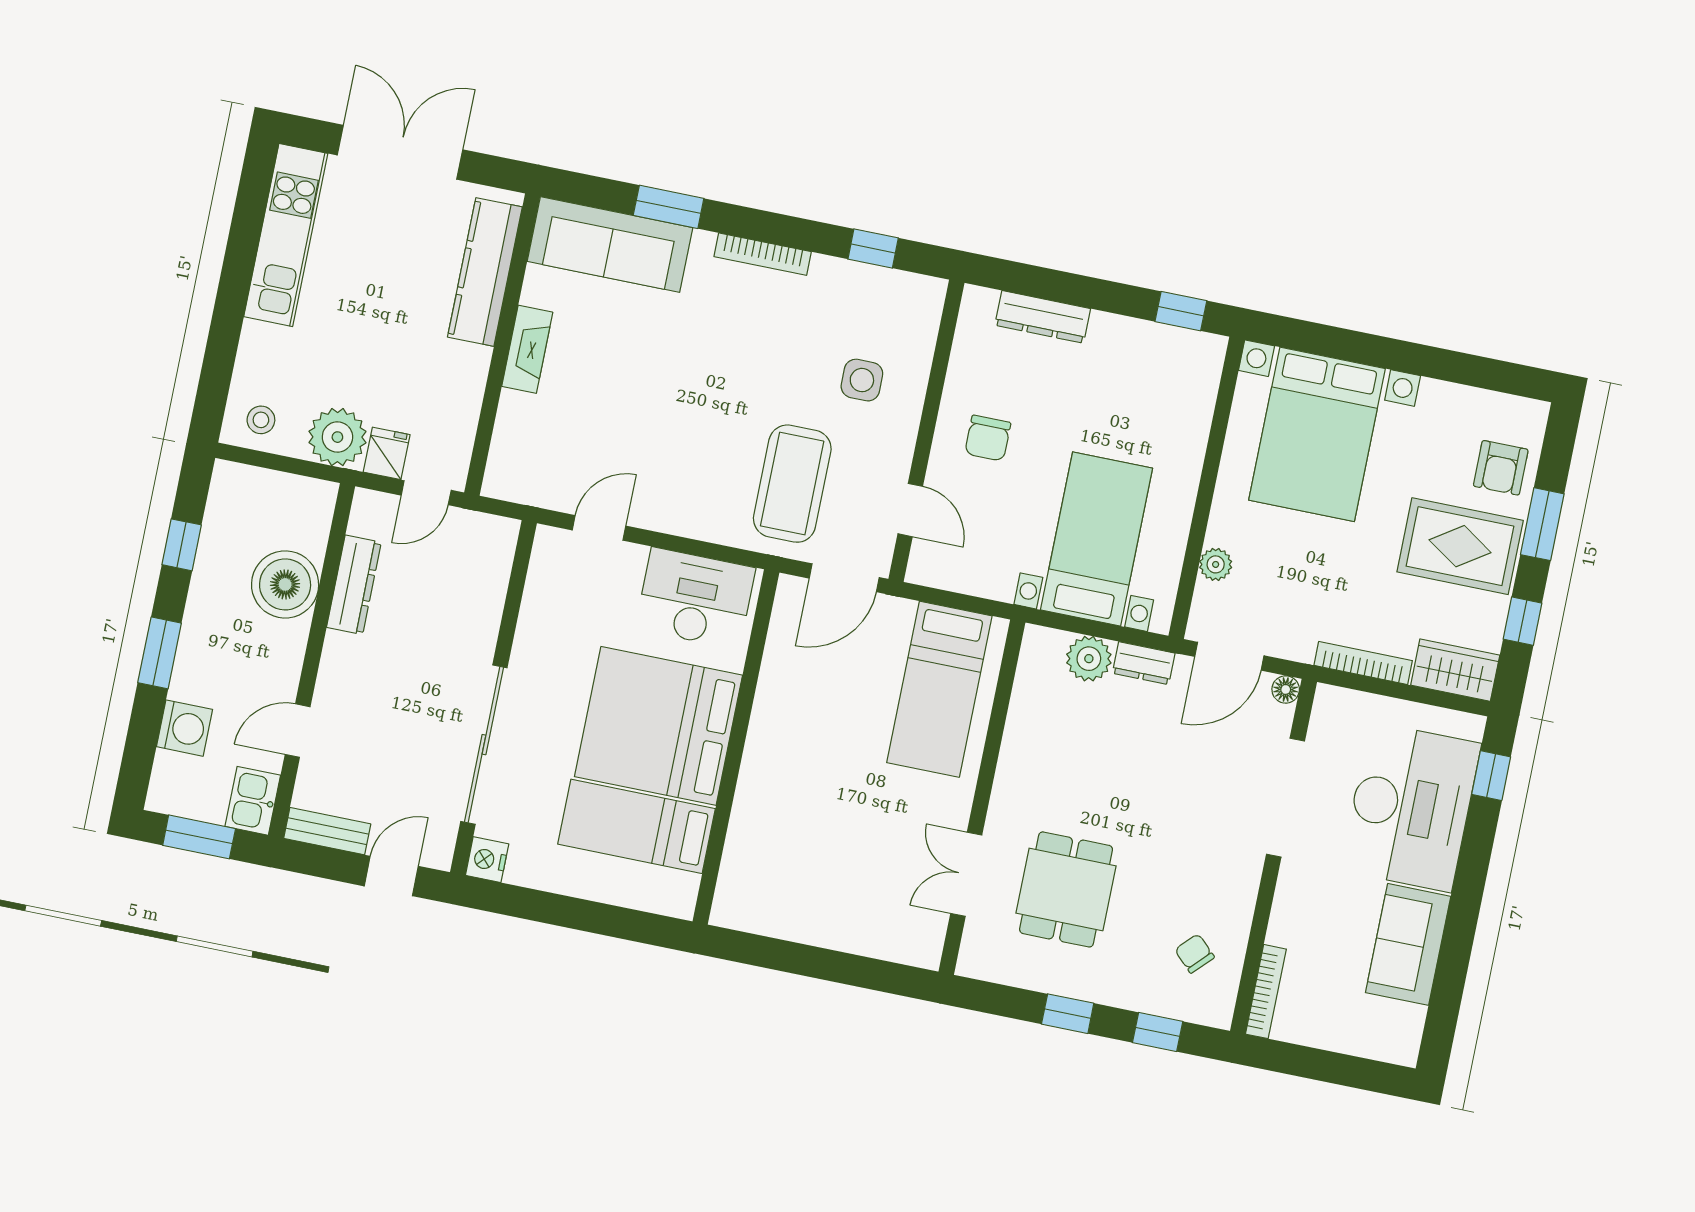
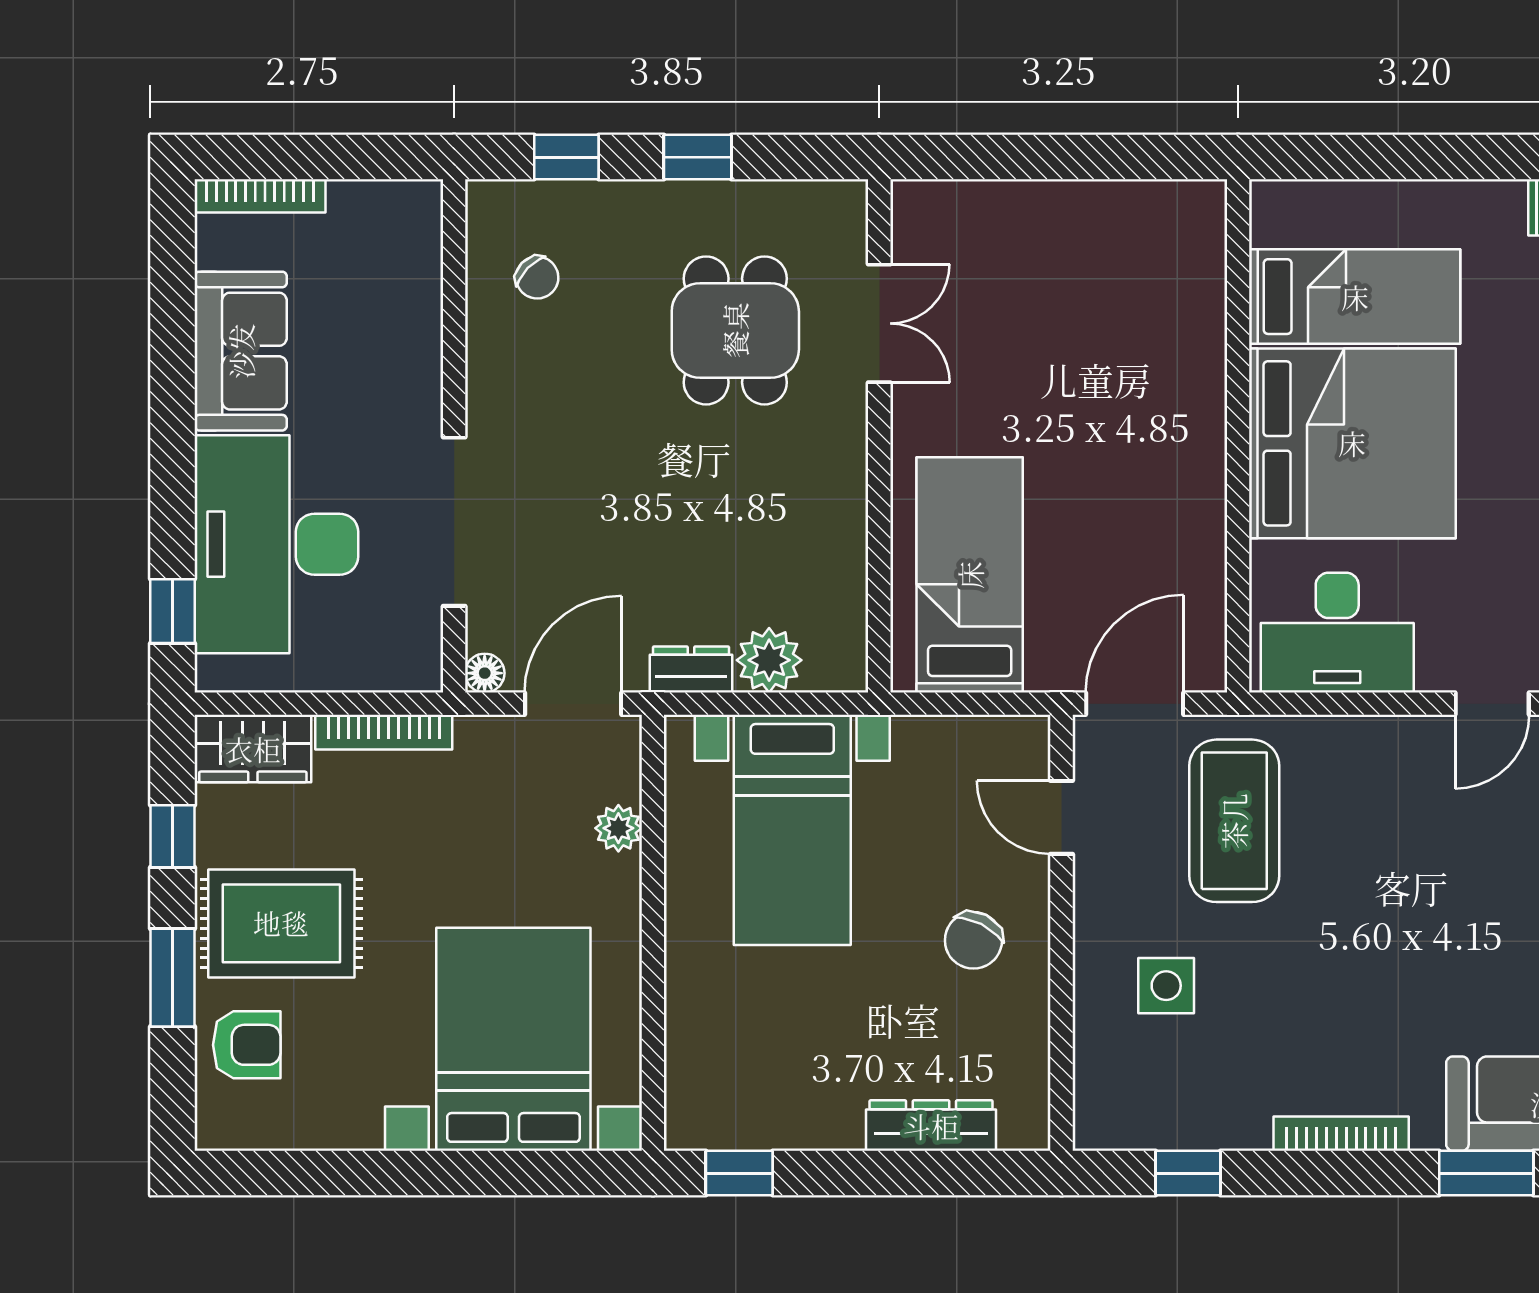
chair: (988, 438) -> (973, 940), turned -153
armchair: (1501, 468) -> (247, 1045), turned 90
bookcase: (1266, 992) -> (260, 196), moved, turned -90

